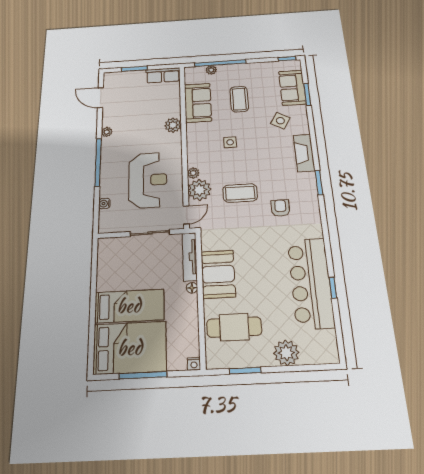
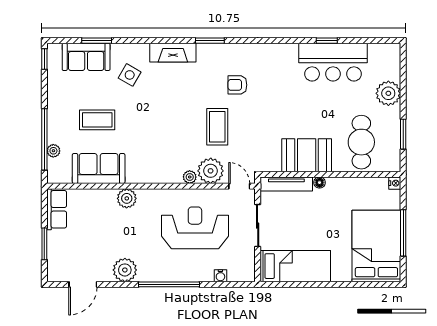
plant: (107, 132) -> (125, 270), width x1.88, depth x1.88
side table: (230, 142) -> (154, 134), removed
bar counter: (311, 283) -> (333, 62), width x0.73
bed: (129, 306) -> (295, 266), moved, turned 90

